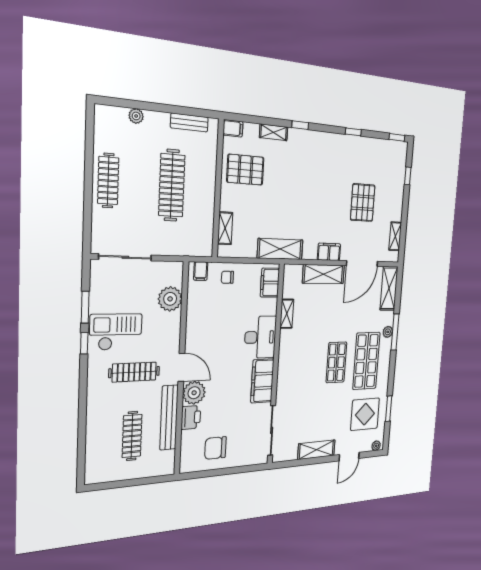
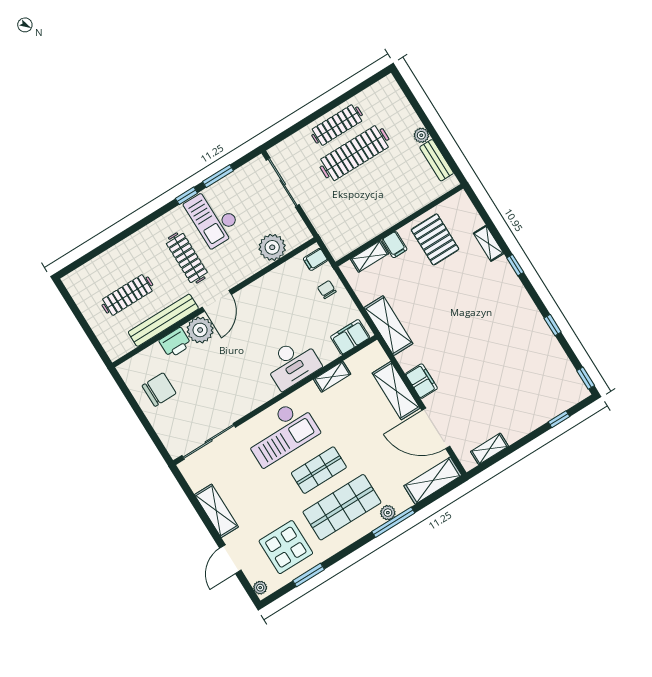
plant: (136, 116) -> (421, 135), moved
filing cabinet: (233, 128) -> (395, 245), moved
clothes rail: (172, 185) -> (355, 153), moved
pallet: (363, 203) -> (495, 385), removed
checkout: (116, 332) -> (213, 217), turned 180
checkout: (298, 374) -> (281, 433), added
filing cabinet: (262, 381) -> (252, 396), removed
chair: (216, 448) -> (159, 390), turned 90
door: (349, 457) -> (230, 559), hinge flipped

